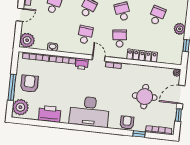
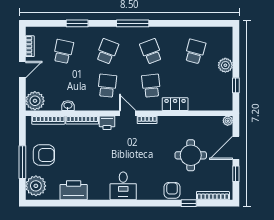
locker: (142, 56) -> (175, 104), width x0.66
armchair: (29, 84) -> (44, 155), turned 90
desk: (89, 111) -> (123, 186), width x0.53, depth x0.77

